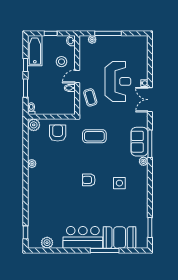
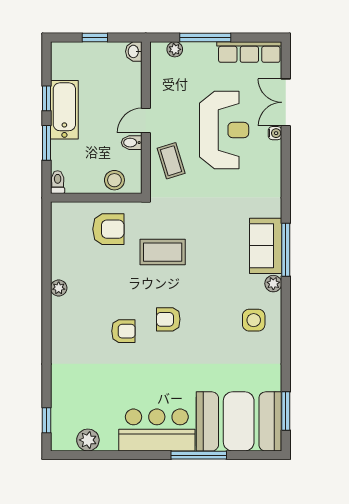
row of seats: (131, 41) -> (249, 52), added
bathtub: (35, 51) -> (64, 110), moved
stool: (61, 62) -> (114, 180), moved
double door: (150, 100) -> (286, 102), moved
plant: (34, 125) -> (62, 214), removed
armchair: (58, 133) -> (108, 229), turned 90
coffee table: (94, 136) -> (163, 252), moved
side table: (119, 183) -> (254, 320), moved
armchair: (65, 186) -> (123, 331), added
booth: (120, 238) -> (239, 421), width x1.36, depth x1.42

